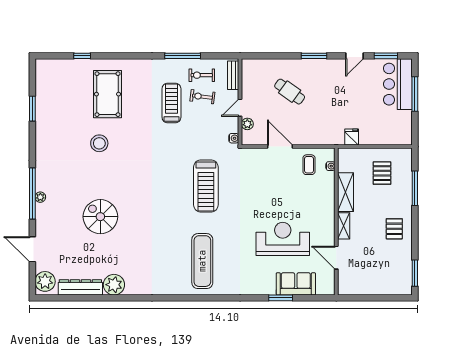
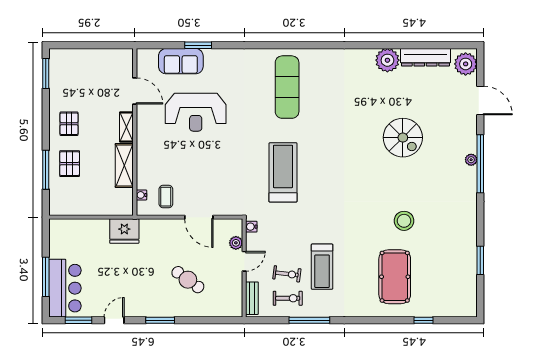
fridge: (352, 137) -> (124, 231), width x1.88, depth x1.34
pallet: (382, 173) -> (70, 164), moved

